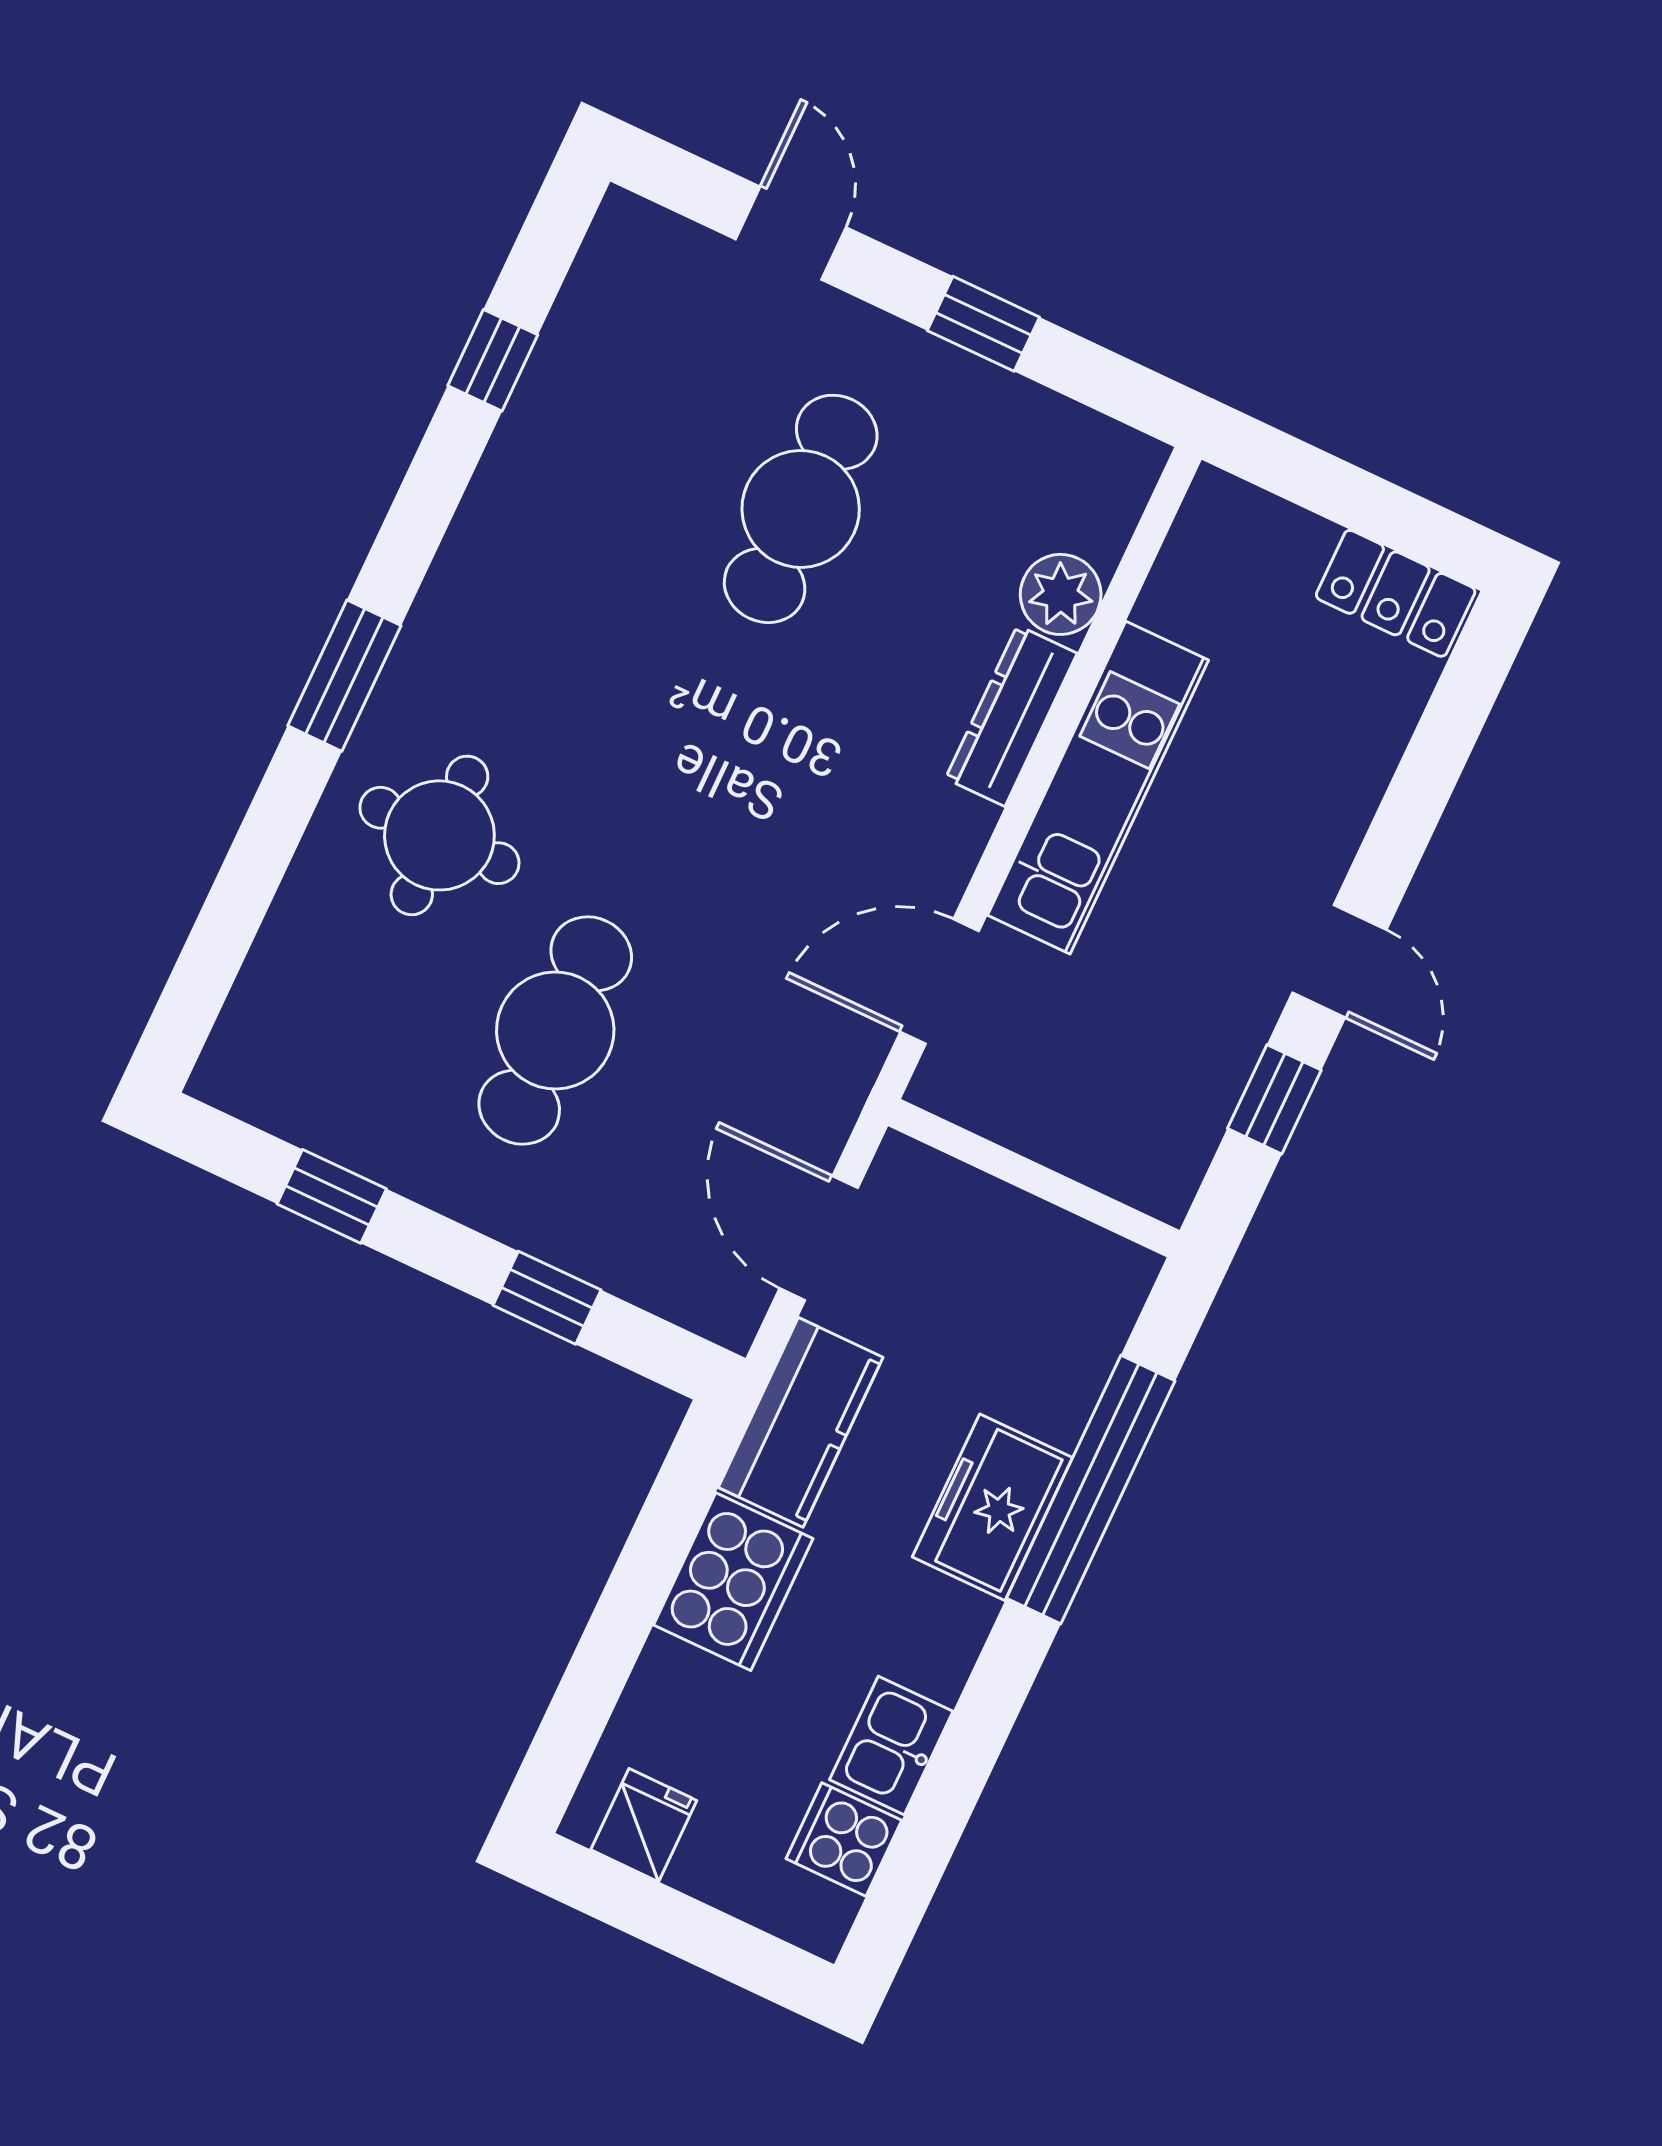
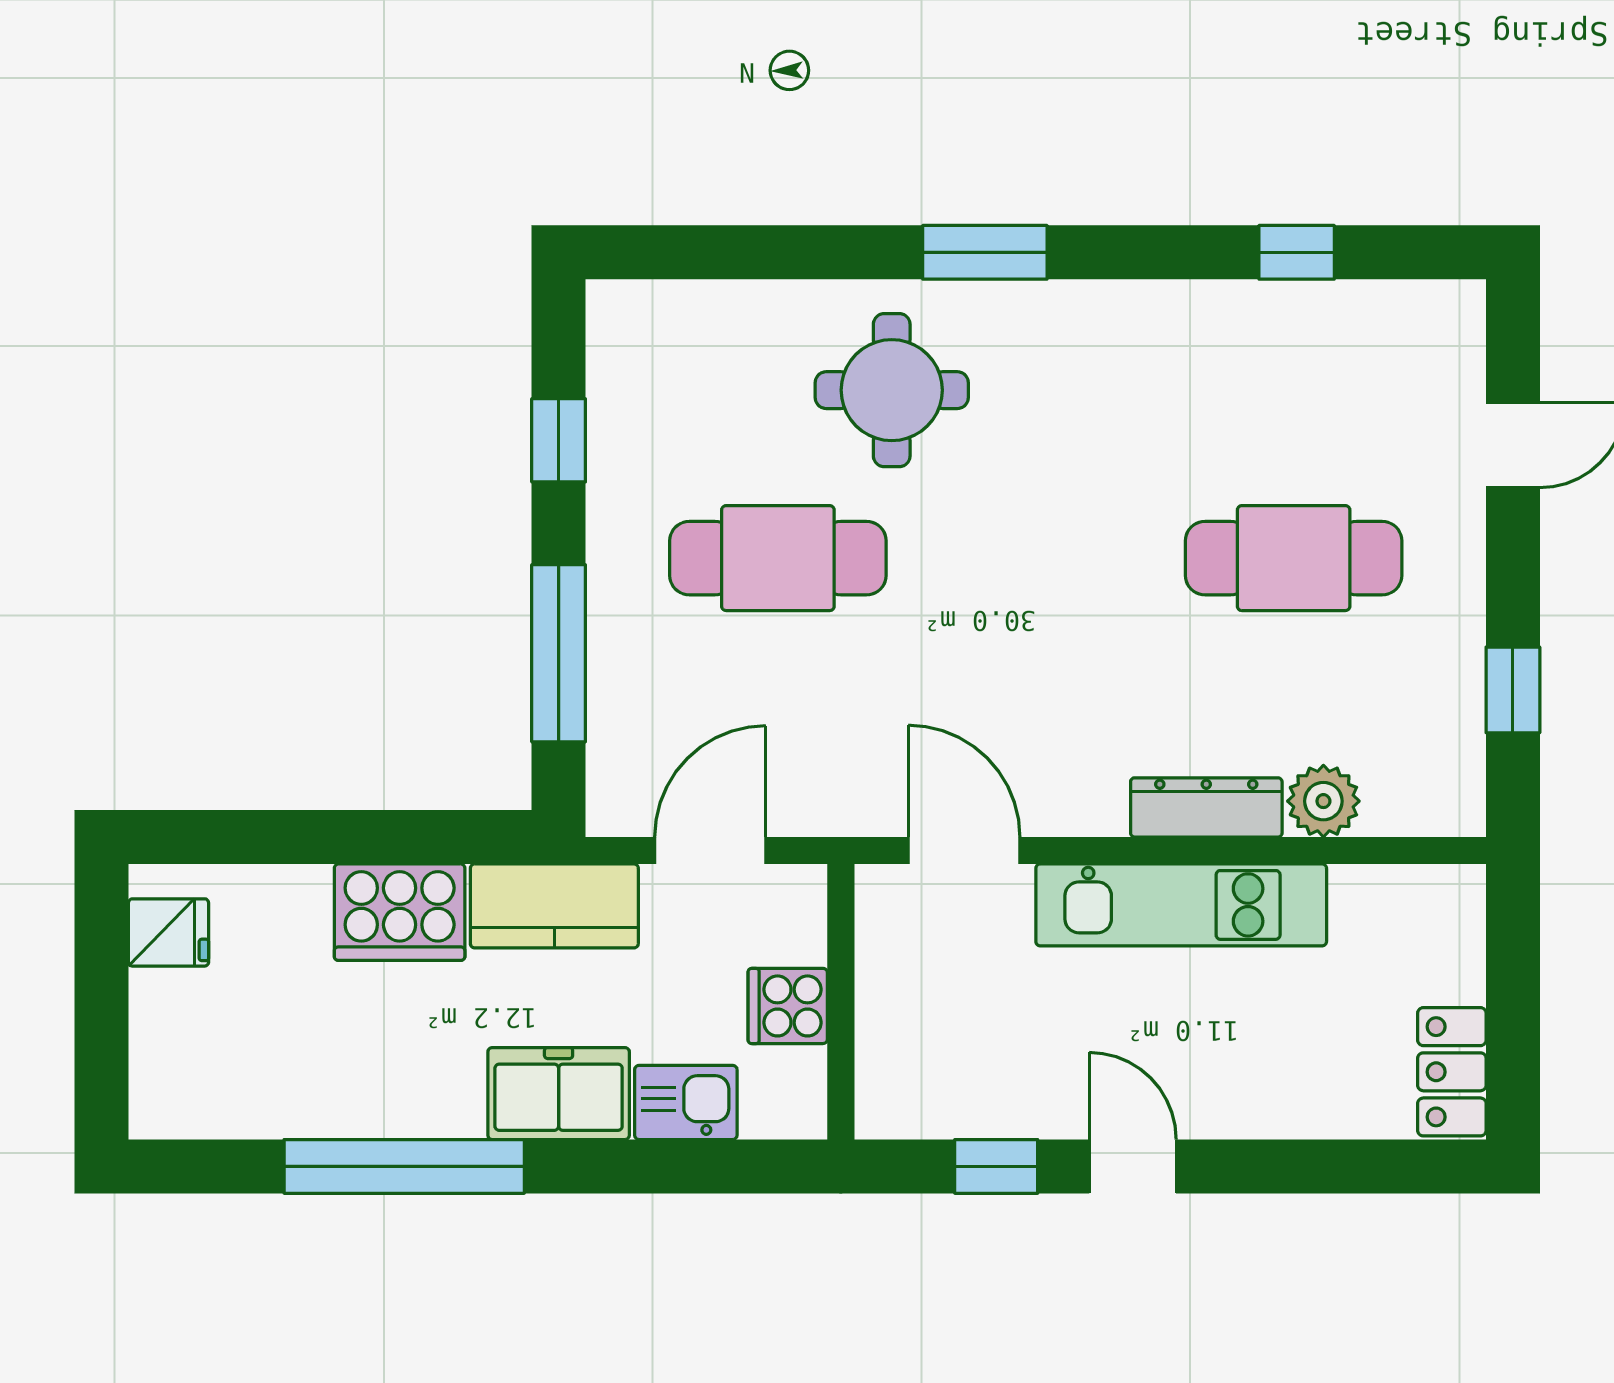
window: (983, 324) -> (1513, 690), moved
door: (1339, 961) -> (1133, 1166), swing flipped
window: (547, 1298) -> (559, 653), width x2.17
window: (1091, 1489) -> (404, 1166), moved
kitchen sink: (891, 1746) -> (686, 1102), moved
cooker: (844, 1840) -> (788, 1006), moved, turned -90

